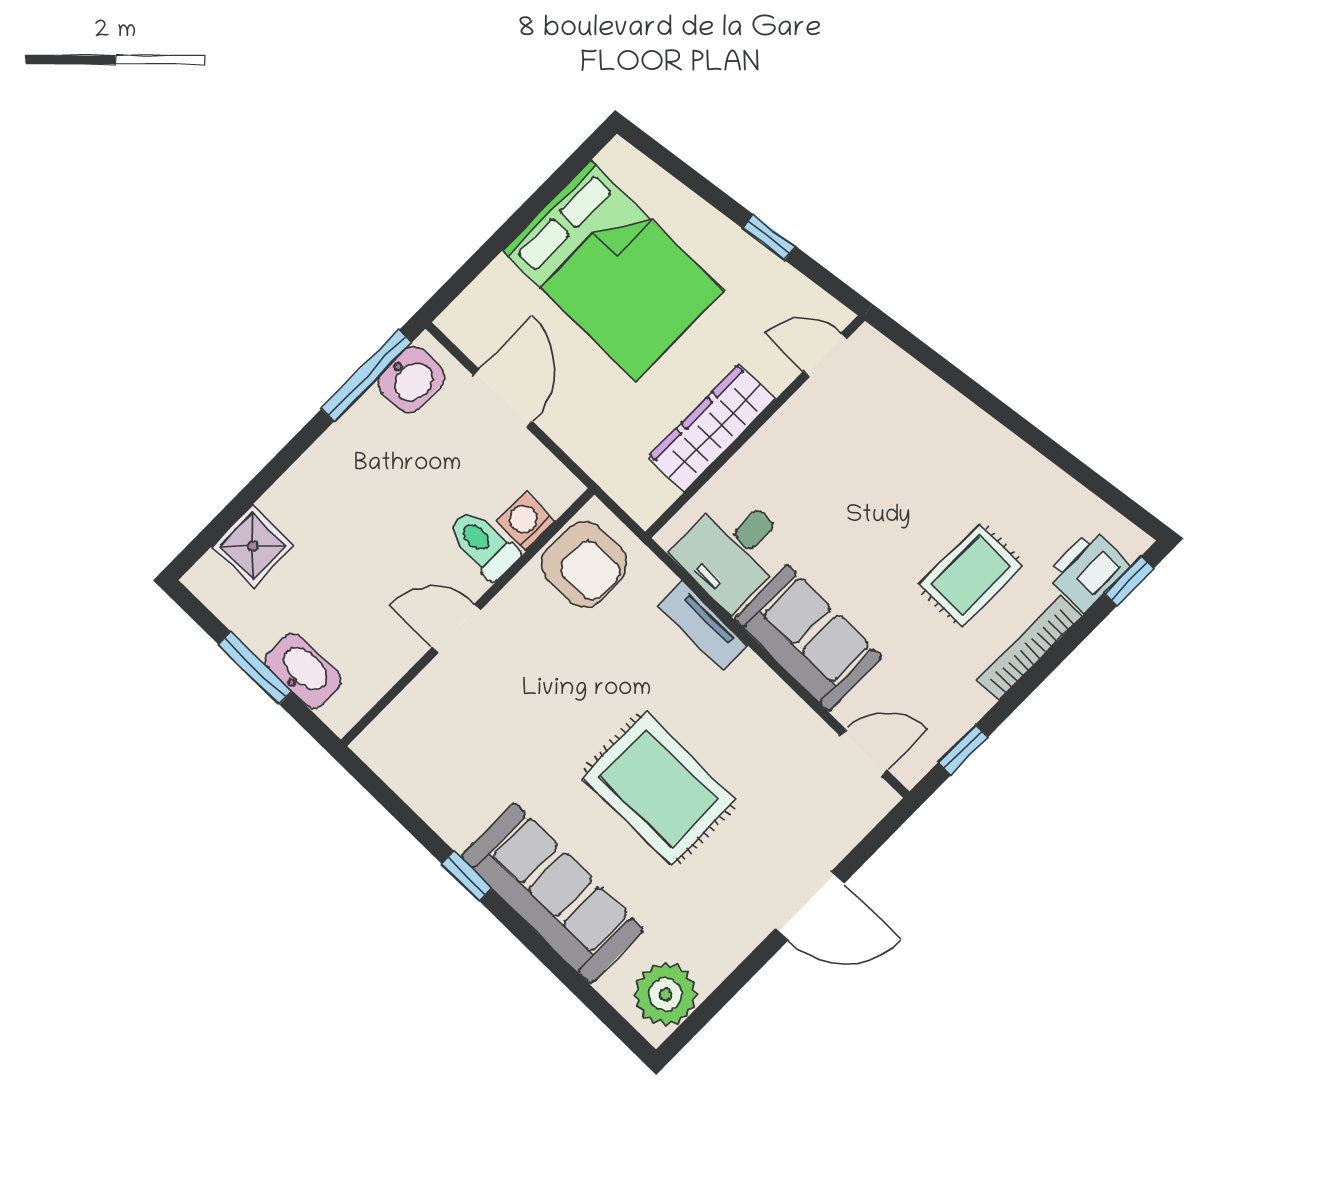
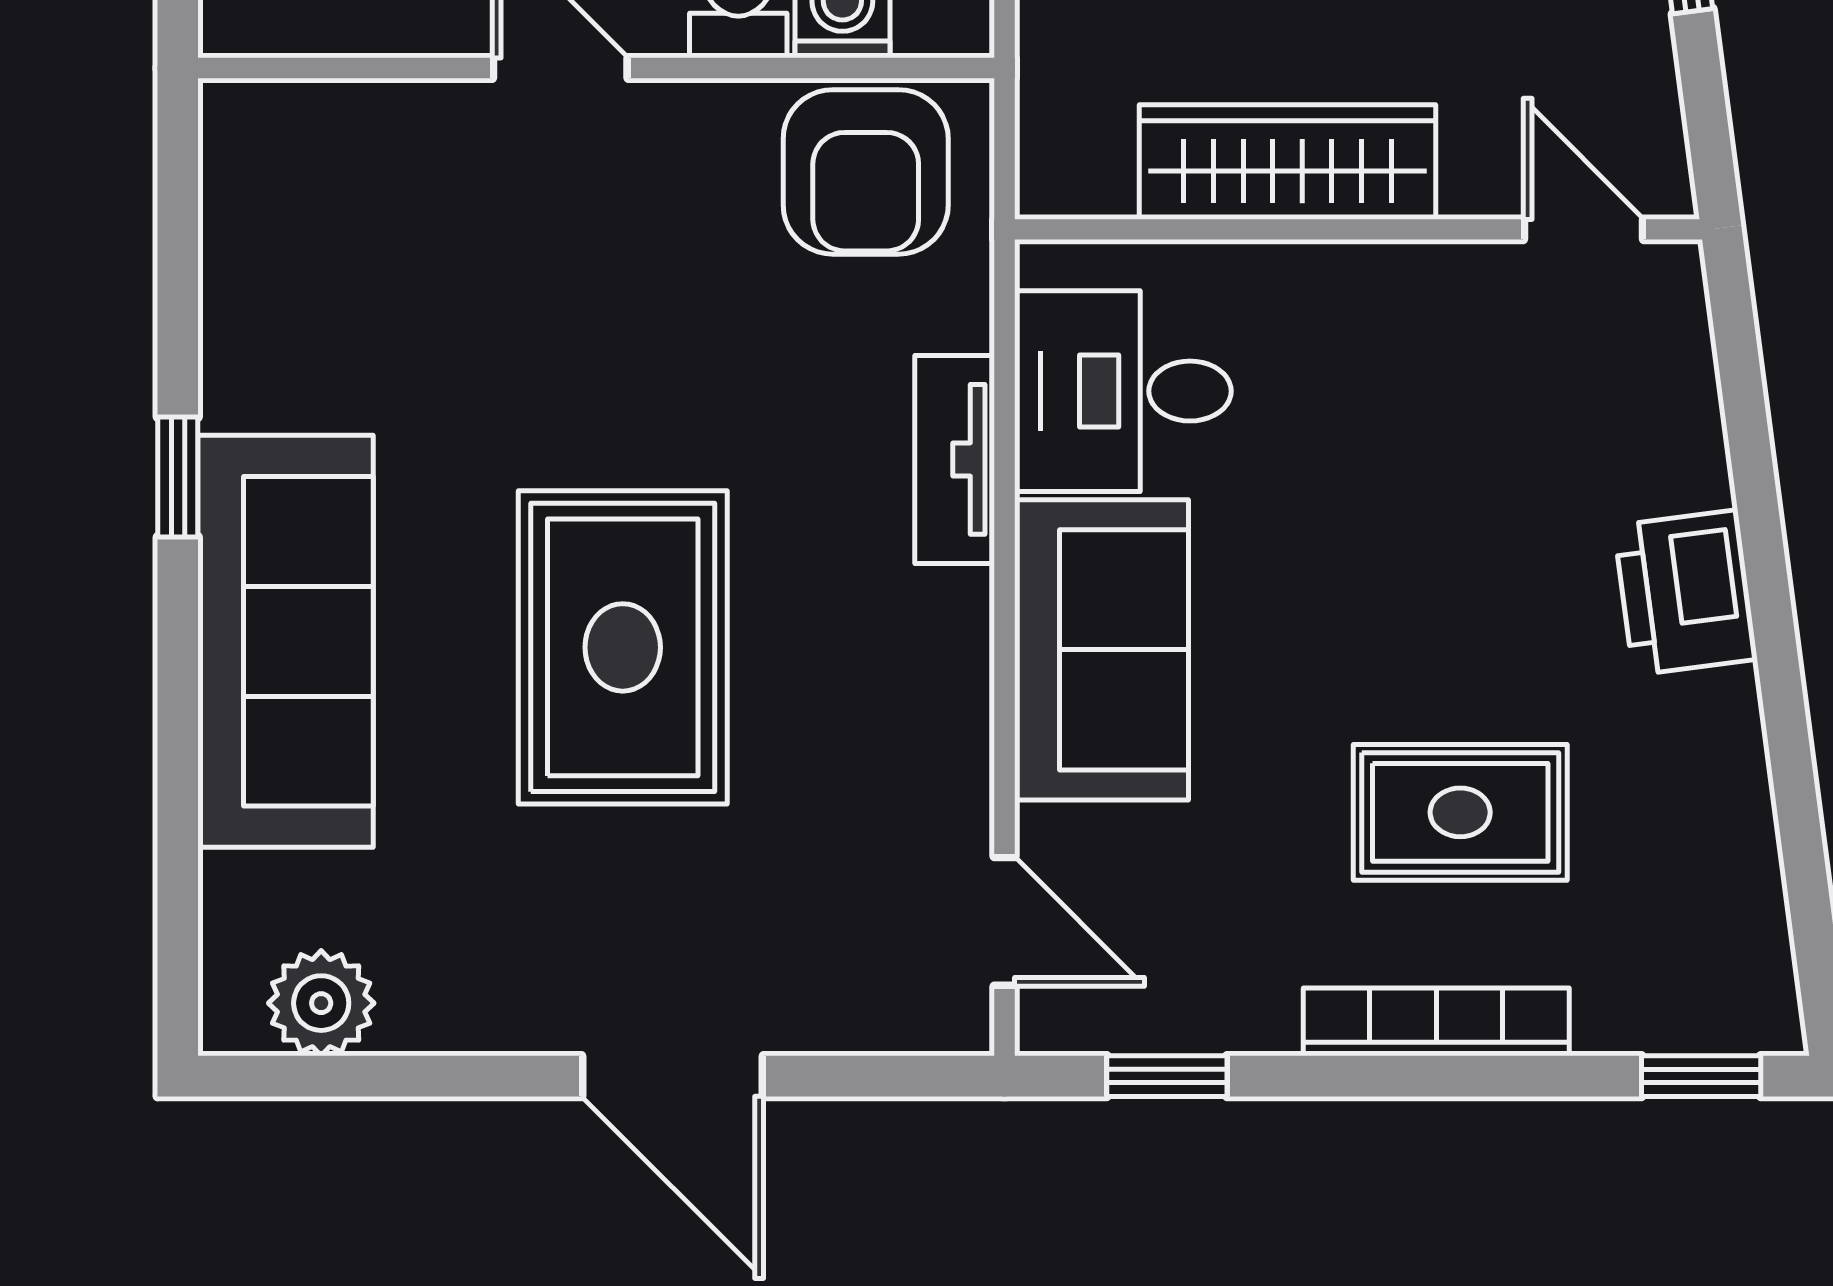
printer: (1088, 571) -> (1686, 592), moved, turned -97
plant: (665, 994) -> (321, 1003), width x0.73, depth x0.73

